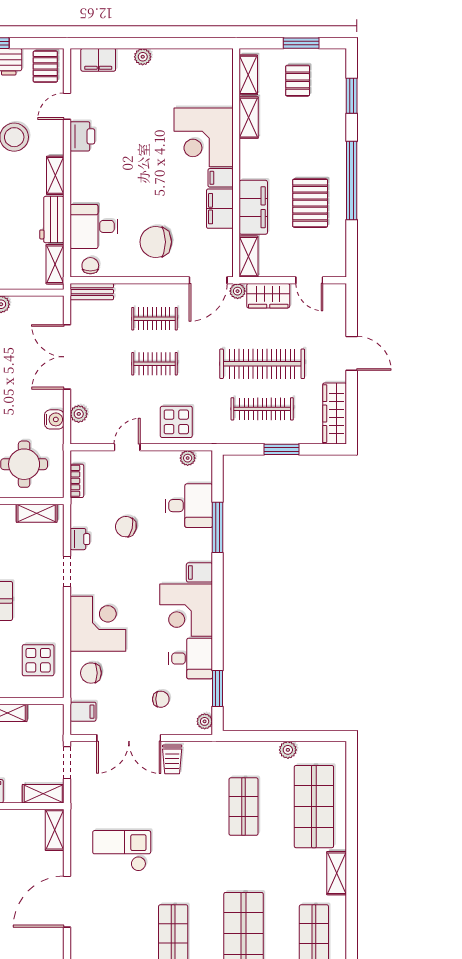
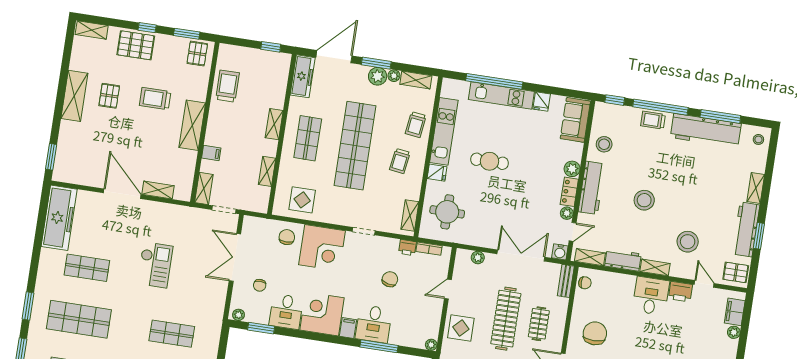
plant: (143, 57) -> (734, 332), moved
desk: (94, 226) -> (651, 296), moved
door: (25, 293) -> (573, 232), added
clothes rail: (154, 364) -> (506, 319), width x1.86, depth x1.31
water cooler: (54, 419) -> (560, 252), moved
door: (127, 447) -> (448, 289), swing flipped
plant: (188, 458) -> (431, 345), moved
desk: (189, 506) -> (374, 324), moved
printer: (80, 539) -> (407, 248), moved
filing cabinet: (83, 712) -> (259, 227), removed
trolley: (172, 759) -> (214, 287), removed
shelving: (55, 830) -> (158, 190), moved
checkout: (122, 851) -> (155, 265), moved

